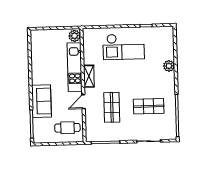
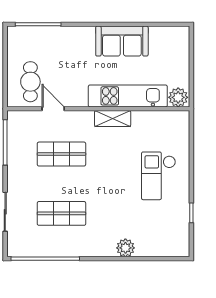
checkout: (124, 47) -> (158, 176), width x0.73, depth x0.83
sofa: (41, 101) -> (122, 41), moved
door: (83, 102) -> (53, 109), moved
shop shelf: (149, 106) -> (61, 213), turned 90

